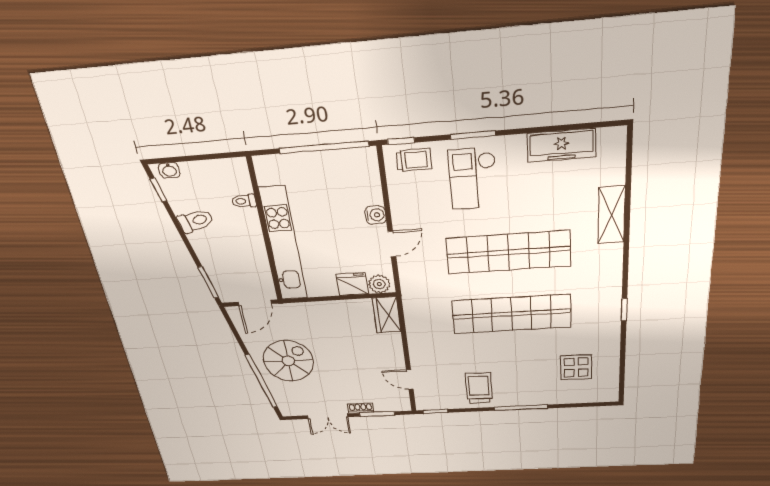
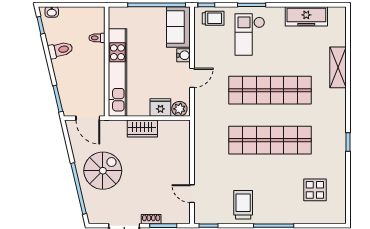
sofa: (362, 177) -> (178, 27), added
door: (255, 303) -> (88, 118), hinge flipped
wardrobe: (387, 315) -> (142, 129), moved, turned -90

